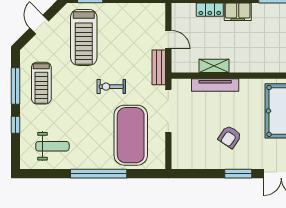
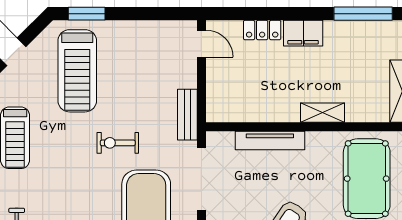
door: (168, 40) -> (201, 44), moved
shelving: (214, 66) -> (322, 113), moved

